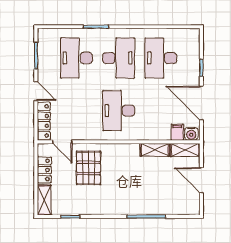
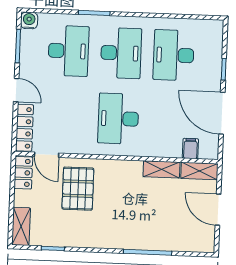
desk: (76, 58) -> (68, 51), turned 180
water cooler: (191, 134) -> (29, 20), moved, turned 180
locker: (44, 170) -> (23, 173), moved

